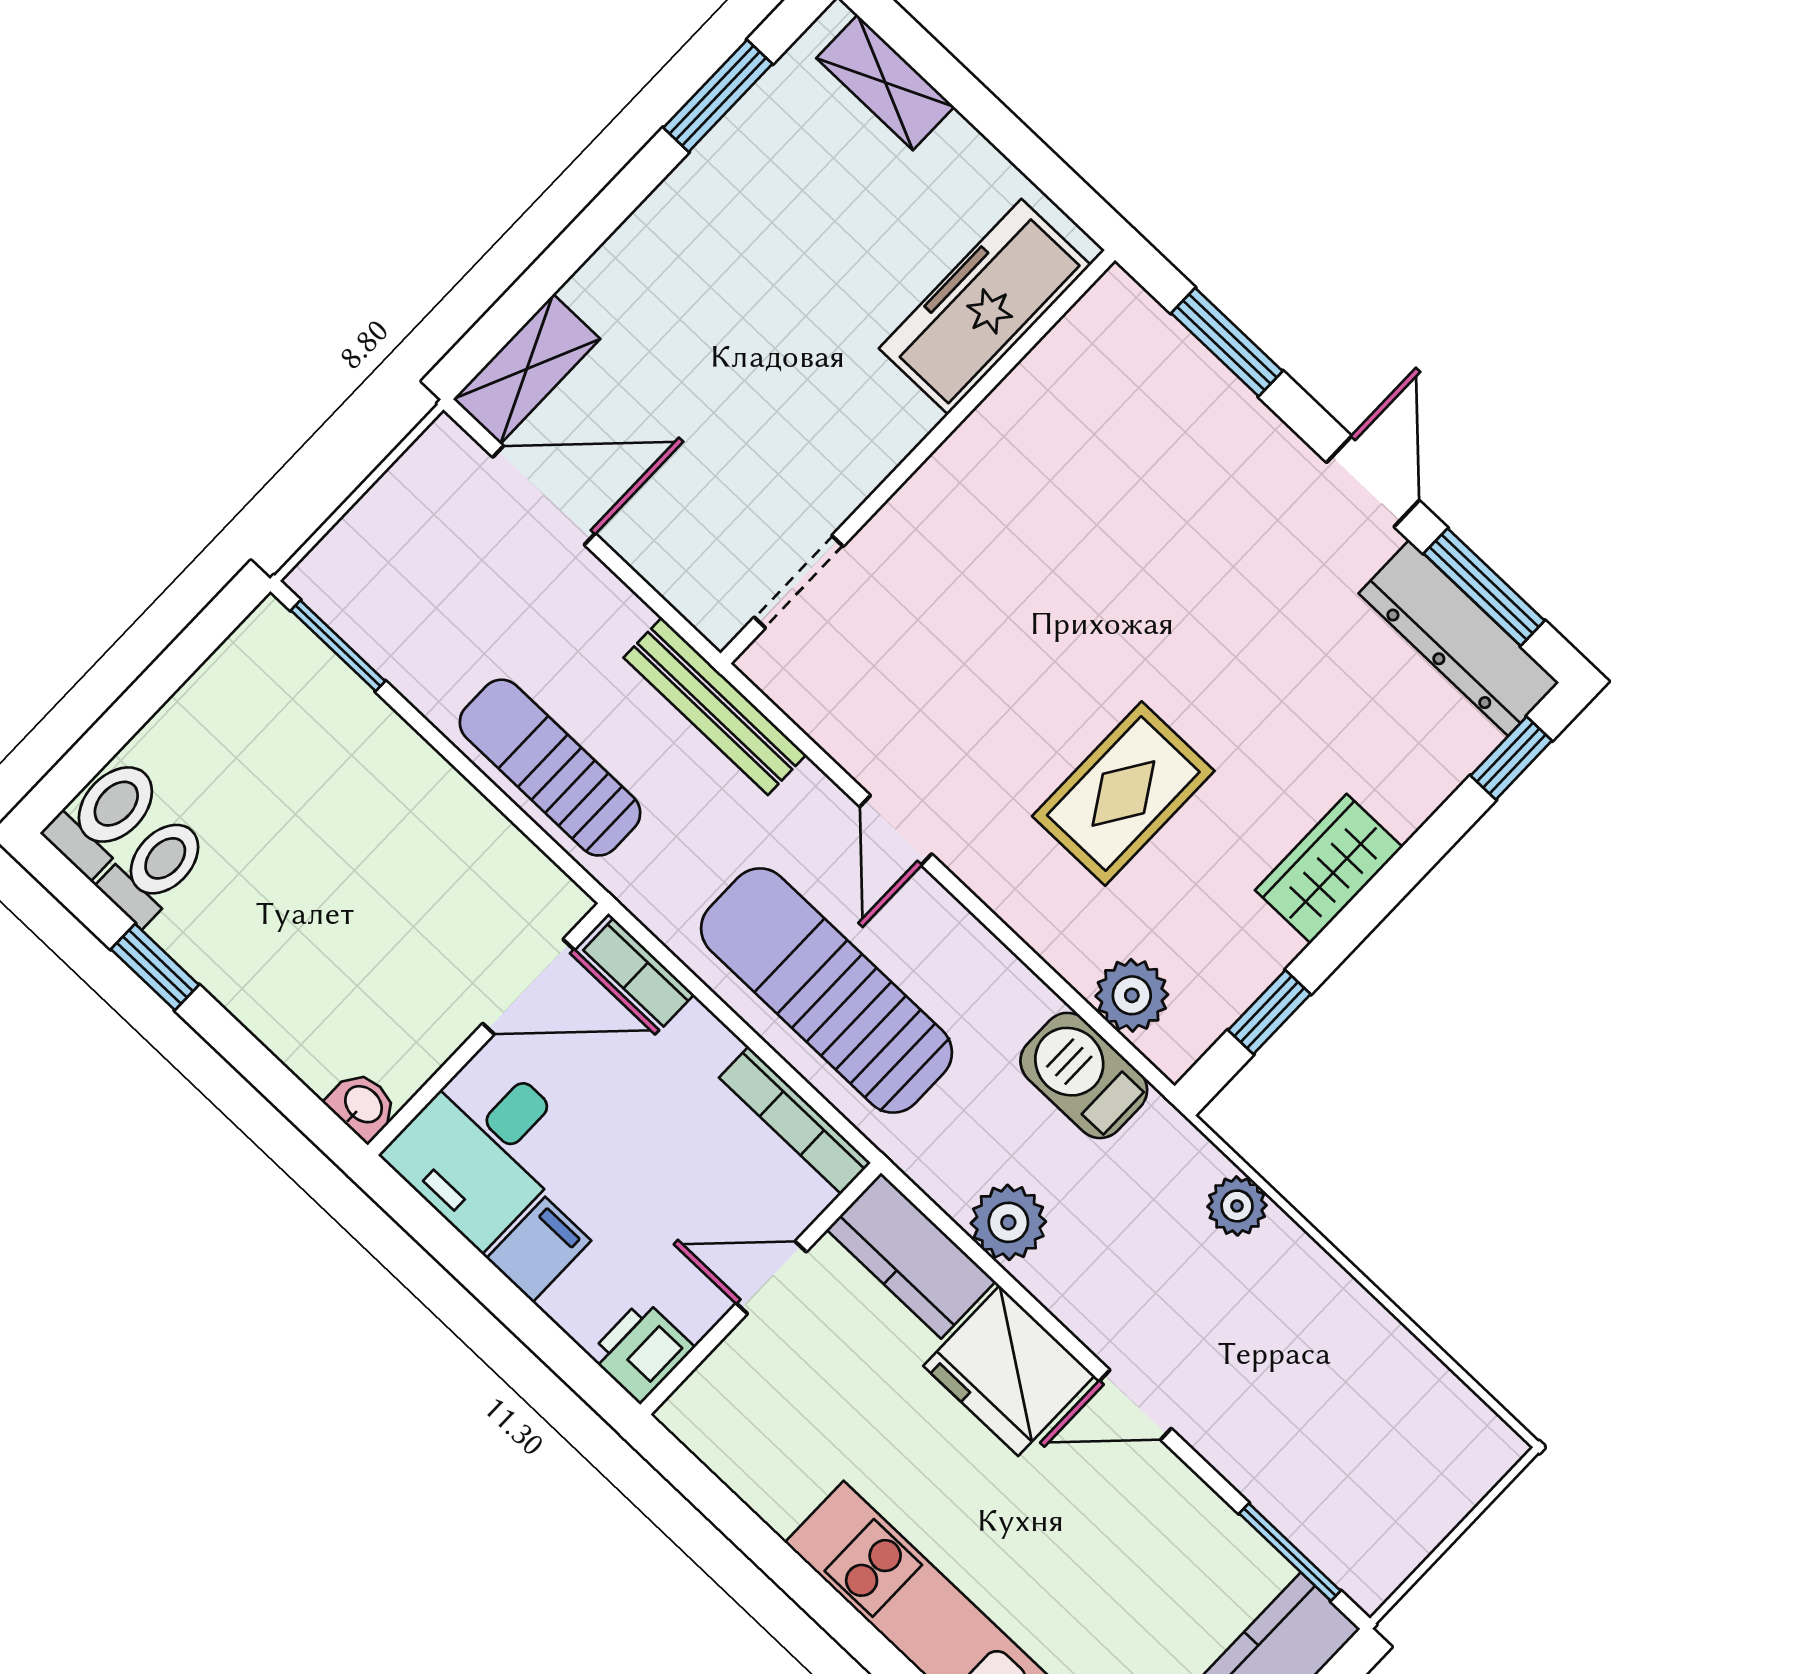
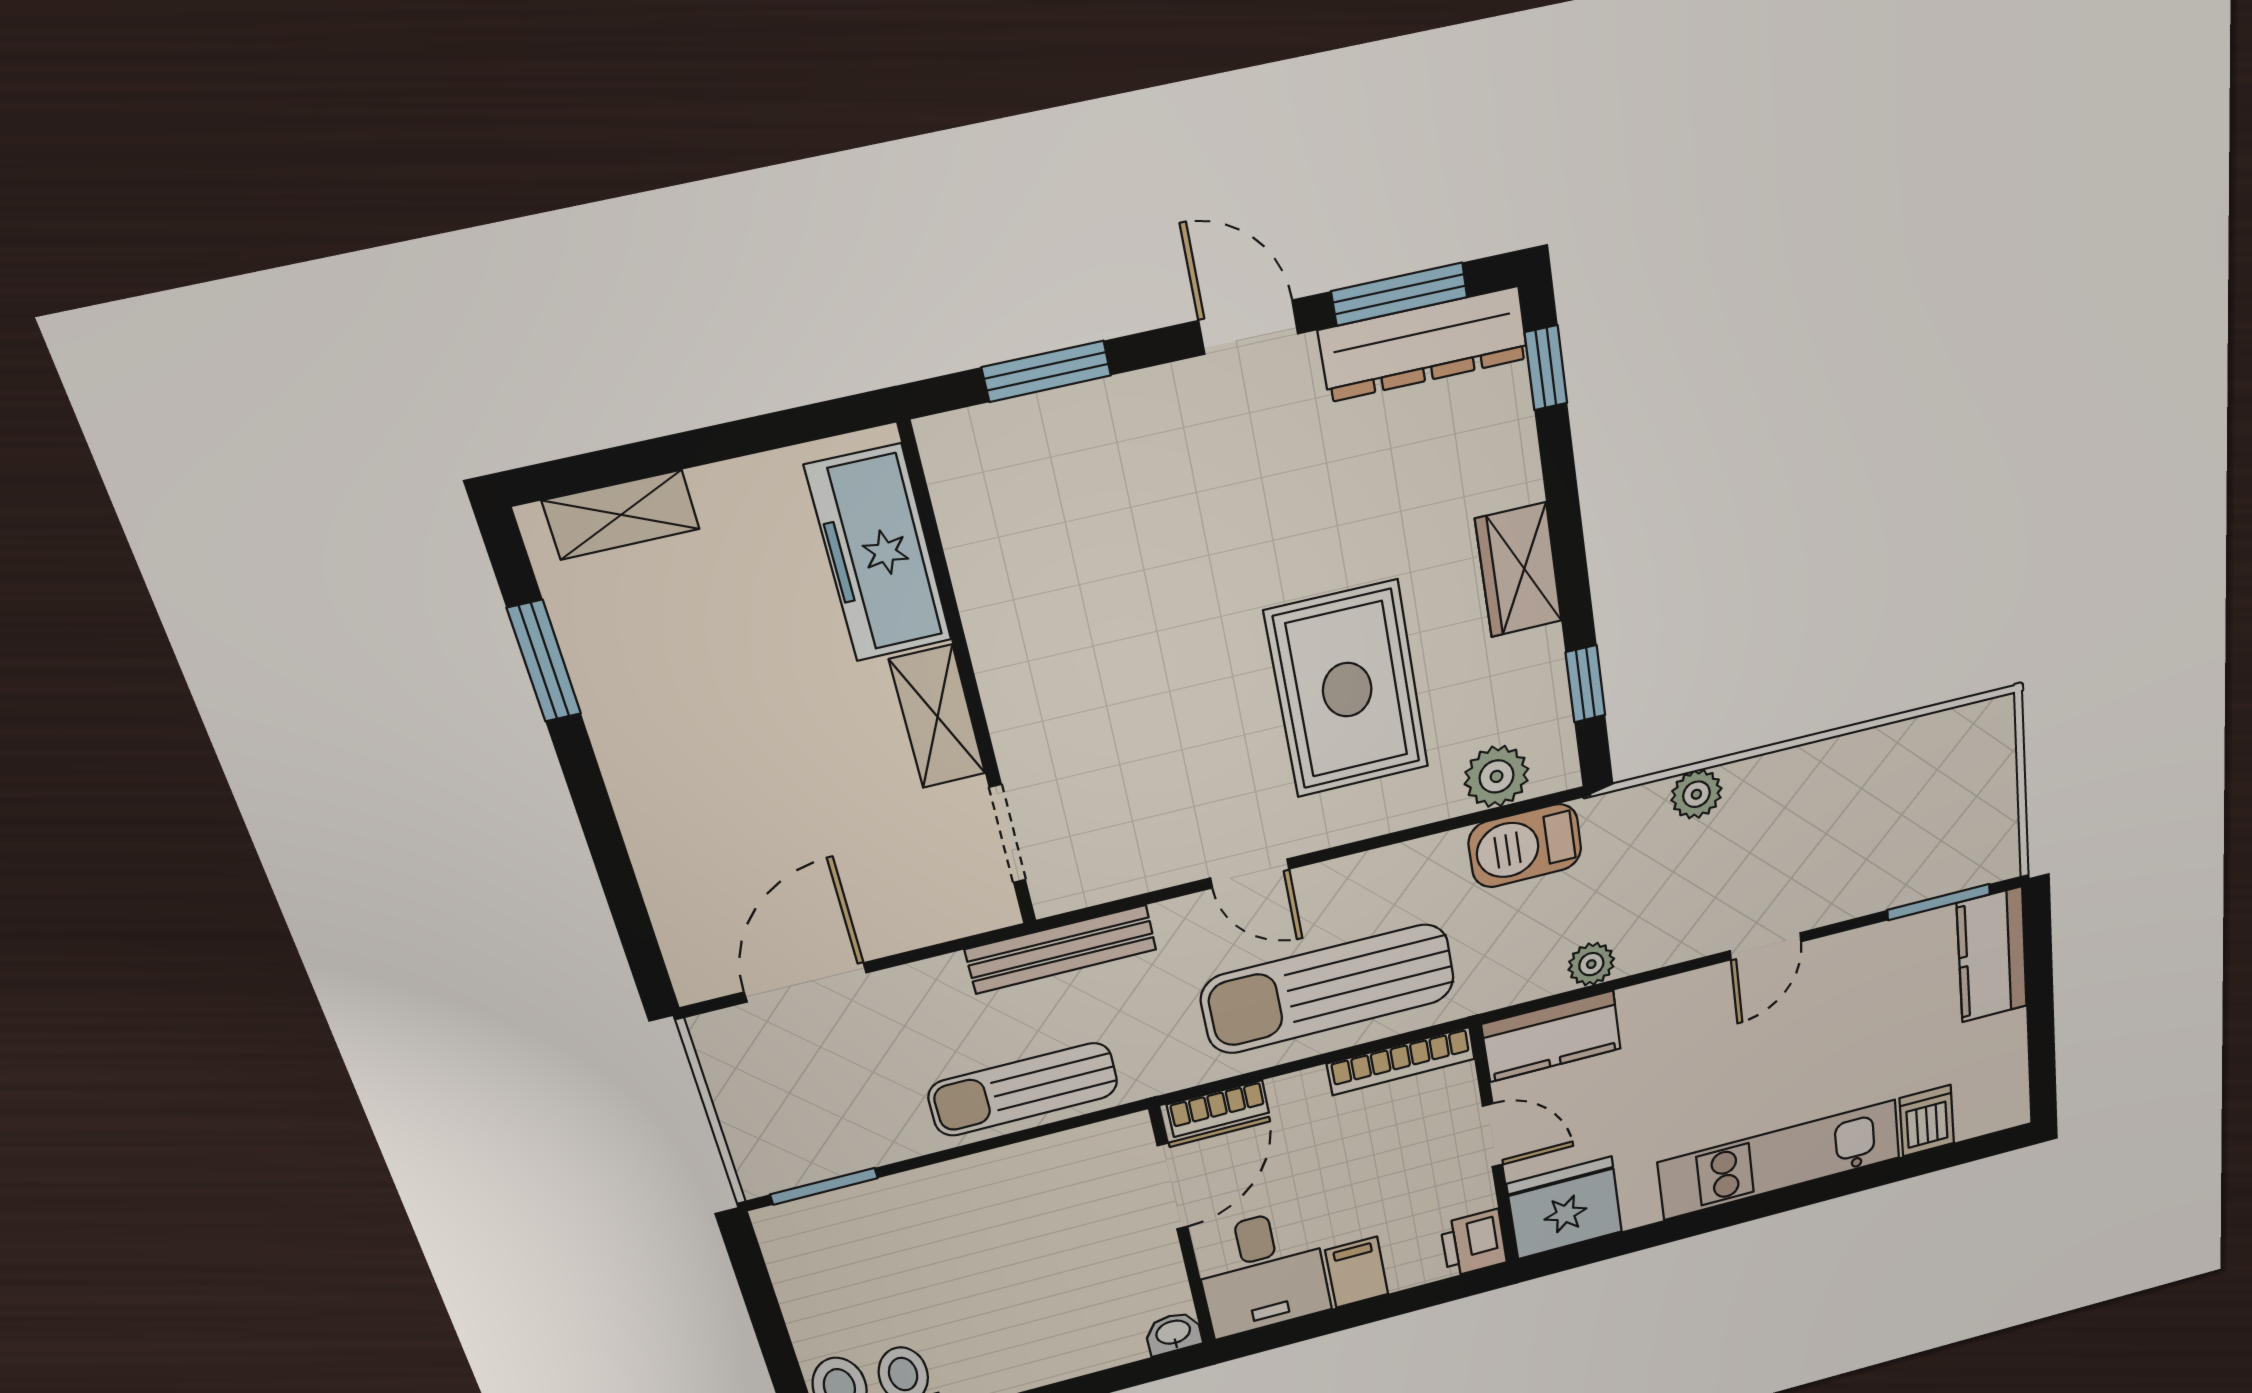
shelving: (527, 369) -> (938, 717), moved
rug: (1123, 794) -> (1347, 690), width x1.36, depth x1.43
plant: (1008, 1222) -> (1591, 964), width x0.73, depth x0.73
door: (771, 1277) -> (1493, 1135), swing flipped
fridge: (1009, 1371) -> (1565, 1208), moved, turned 180

